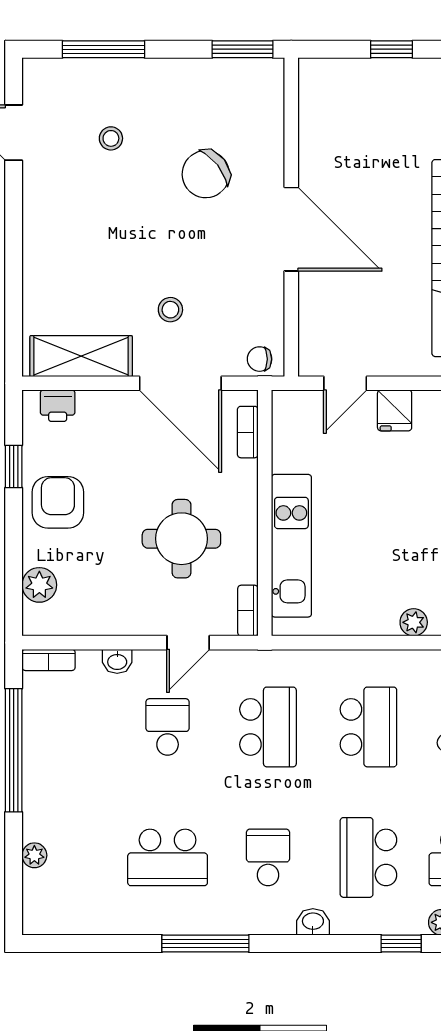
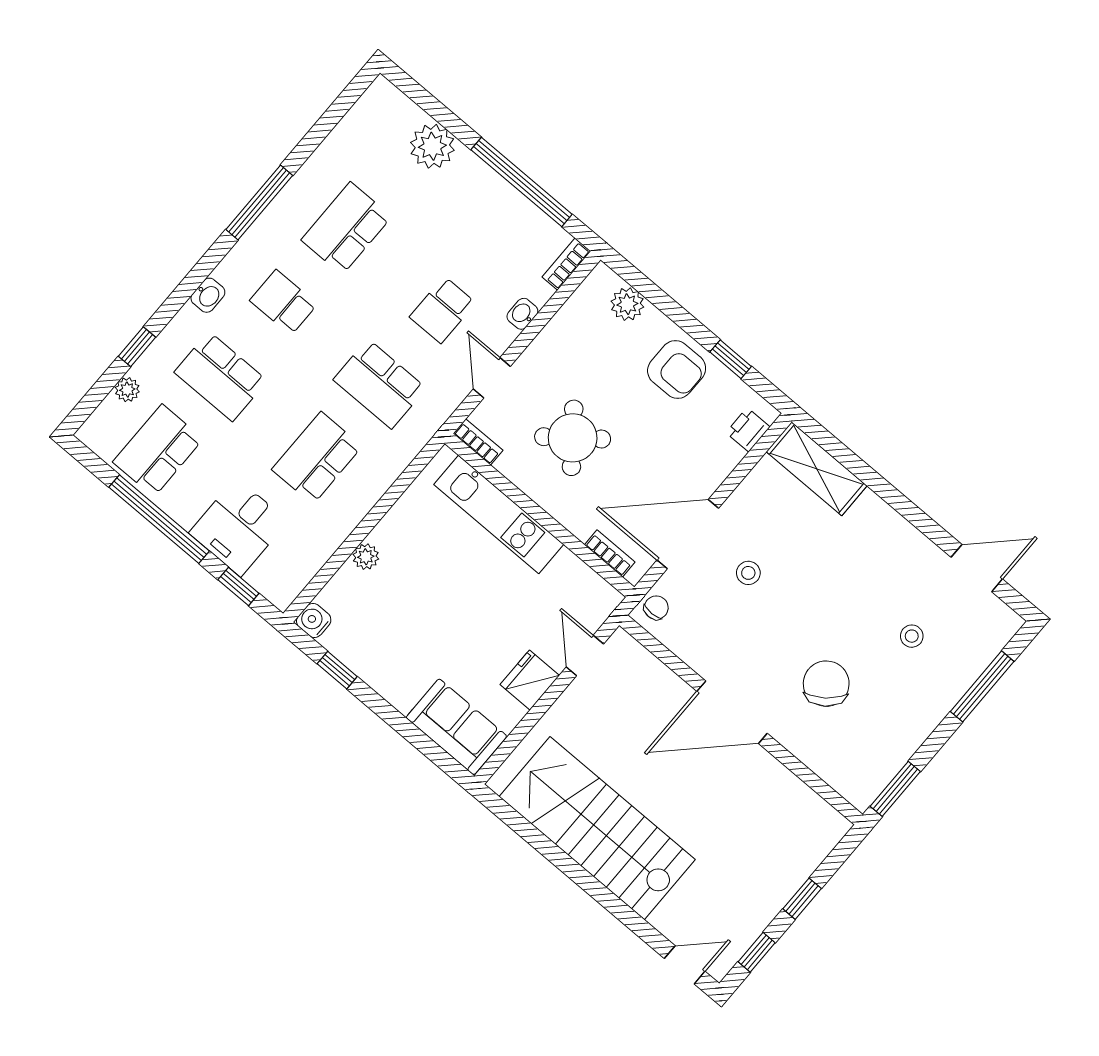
shelving: (81, 356) -> (817, 469), moved, turned 90
fridge: (395, 410) -> (530, 680), width x1.38
round table: (181, 539) -> (573, 438), turned -38
school desk: (168, 727) -> (443, 310), turned 90
school desk: (368, 727) -> (317, 458), turned 90
plant: (34, 855) -> (432, 146), width x1.88, depth x1.88
school desk: (268, 857) -> (284, 302), turned 180
school desk: (368, 857) -> (221, 376), turned 180

